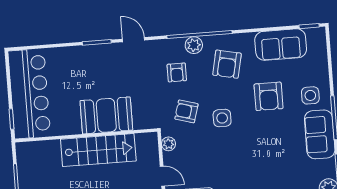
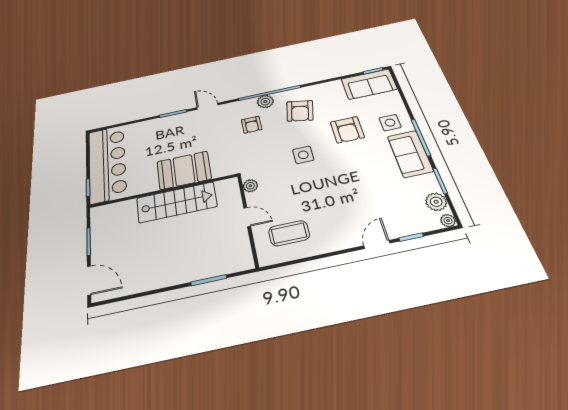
sofa: (281, 45) -> (369, 84), moved
armchair: (186, 111) -> (265, 155), removed

